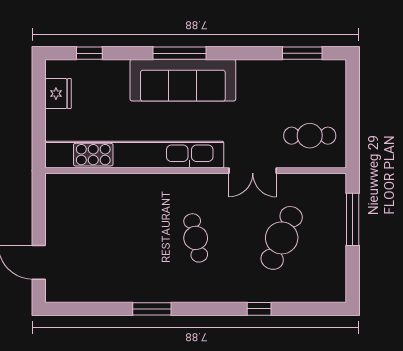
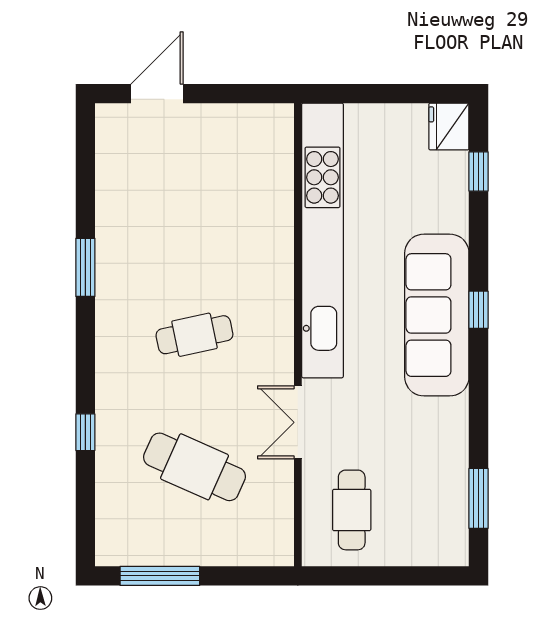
window: (179, 53) -> (479, 310), width x0.46
fridge: (58, 94) -> (449, 127), moved, turned 90
window: (353, 219) -> (160, 576), moved

